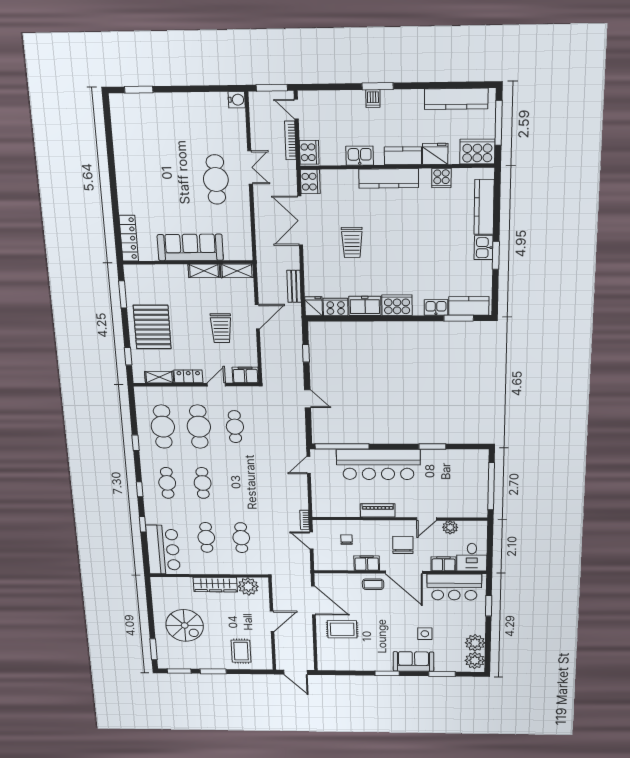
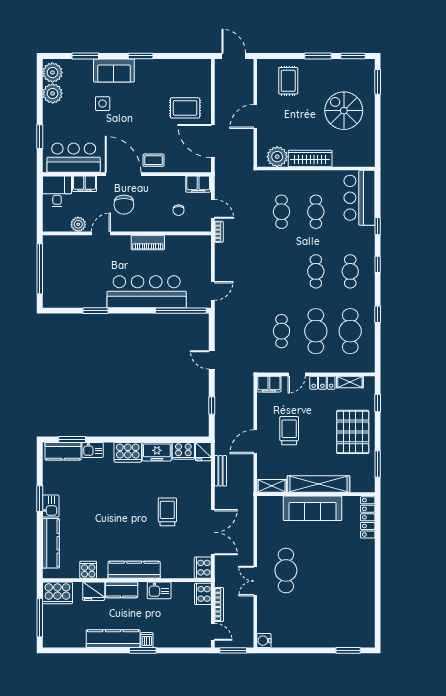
kitchen counter: (456, 99) -> (113, 639), moved
shelving: (204, 271) -> (318, 484), width x2.20, depth x1.33
filing cabinet: (367, 563) -> (198, 184), moved

